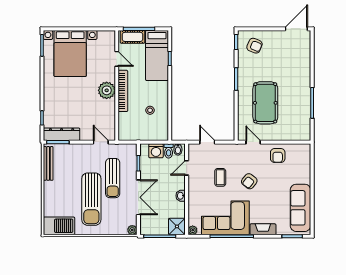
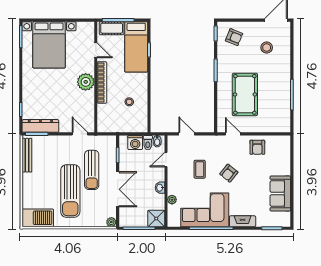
stool: (287, 56) -> (267, 48), added
sofa: (301, 208) -> (280, 193), width x0.73
plant: (193, 230) -> (172, 200), moved

